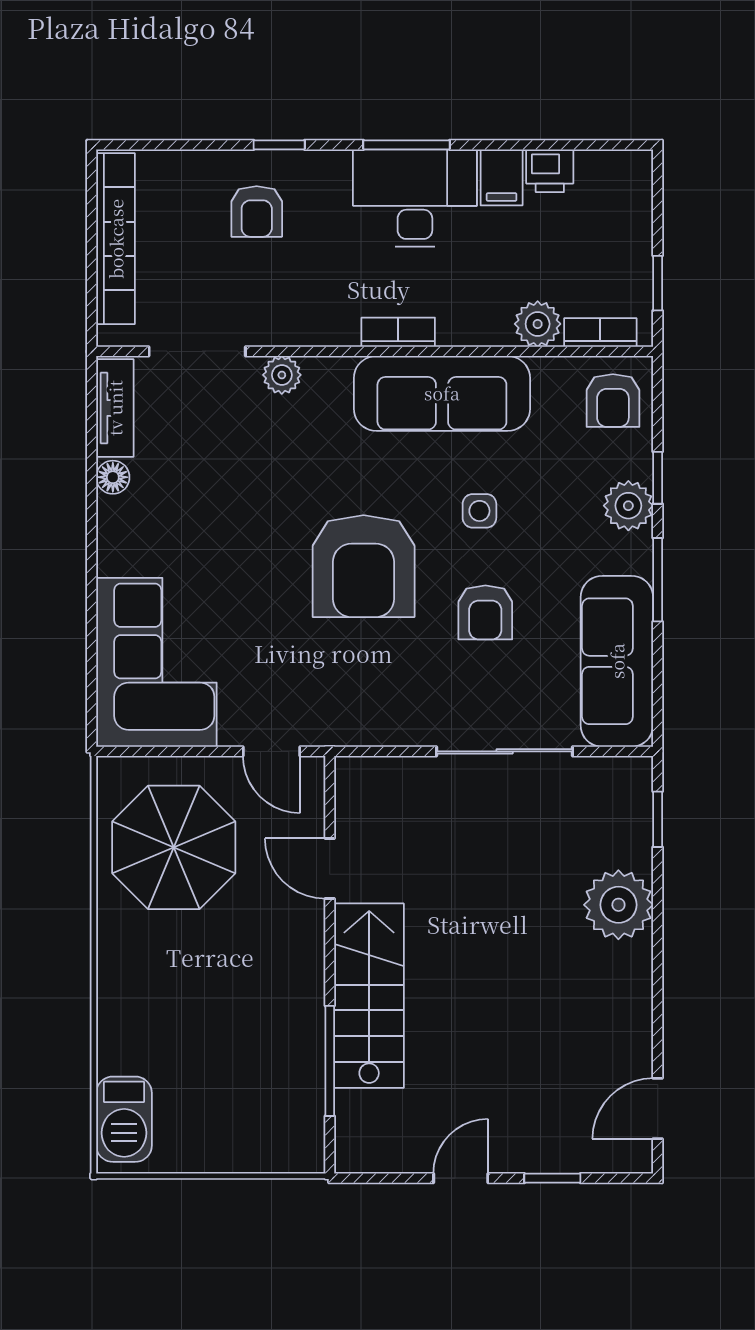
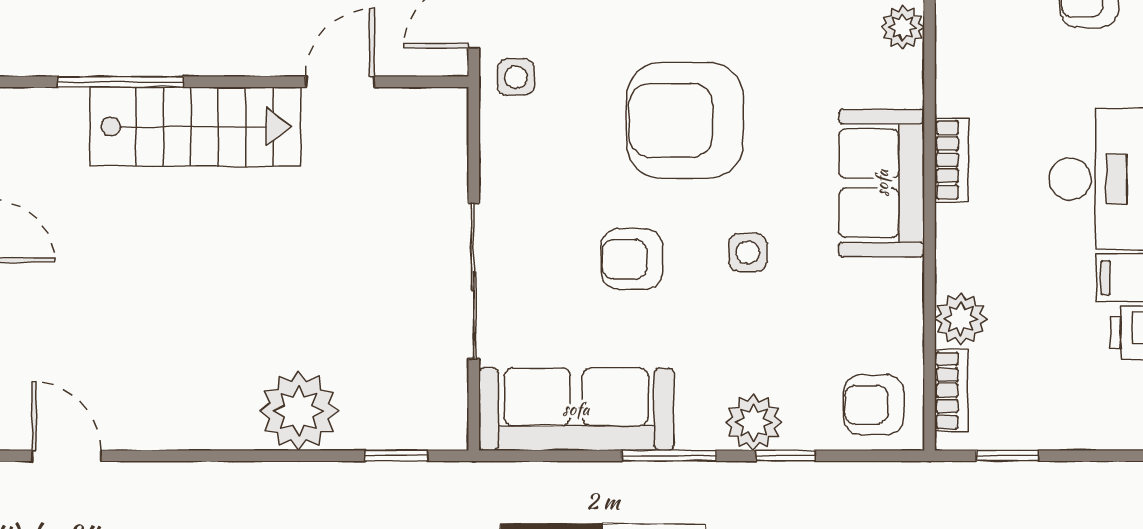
sofa: (442, 393) -> (882, 183), width x0.73
side table: (326, 714) -> (516, 77), added

